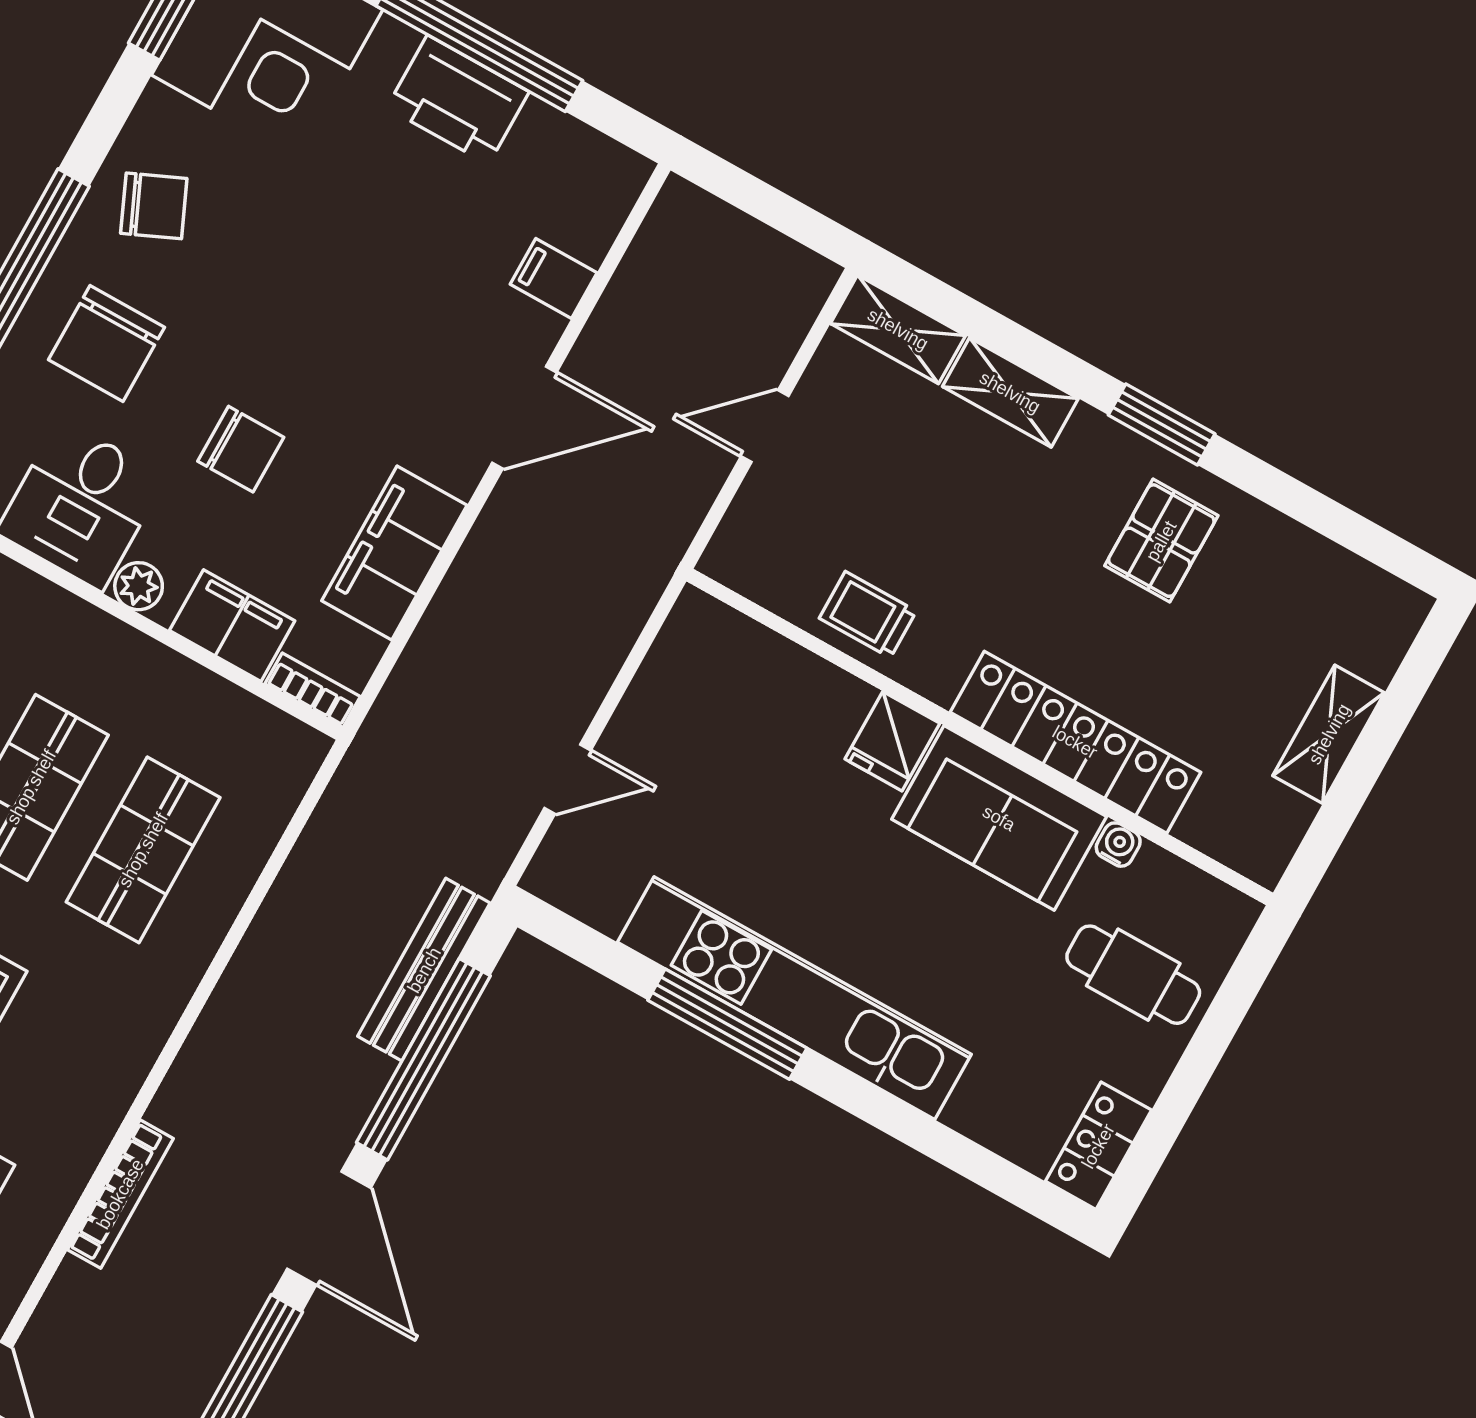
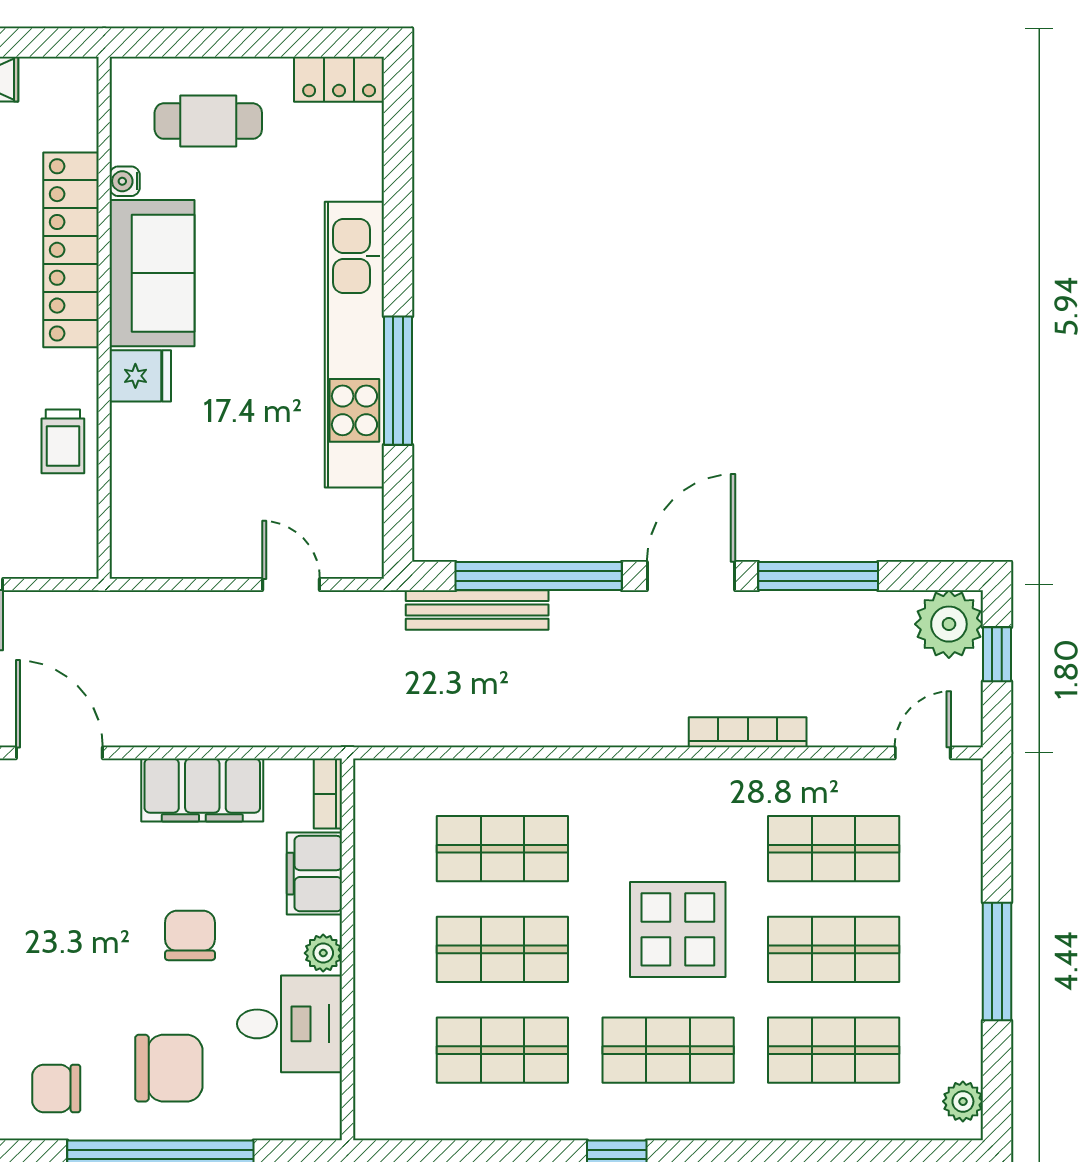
chair: (154, 206) -> (56, 1088), turned -66
cafe table: (1133, 975) -> (208, 121), turned 90

